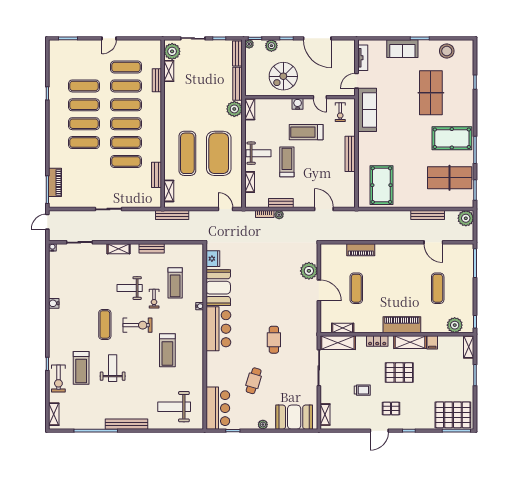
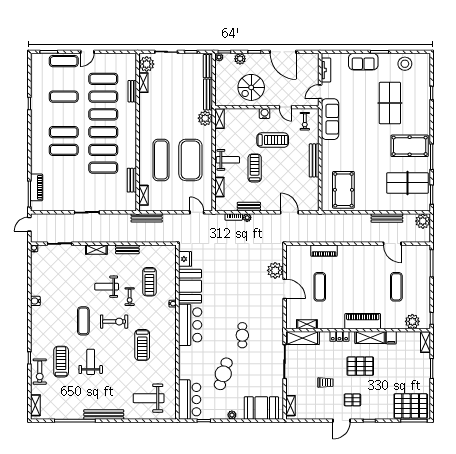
exercise mat: (84, 105) -> (64, 61), moved
treadmill: (306, 132) -> (273, 140), turned 180
treadmill: (81, 368) -> (61, 362), turned 180
cafe table: (254, 381) -> (223, 374), width x1.37, depth x1.35

